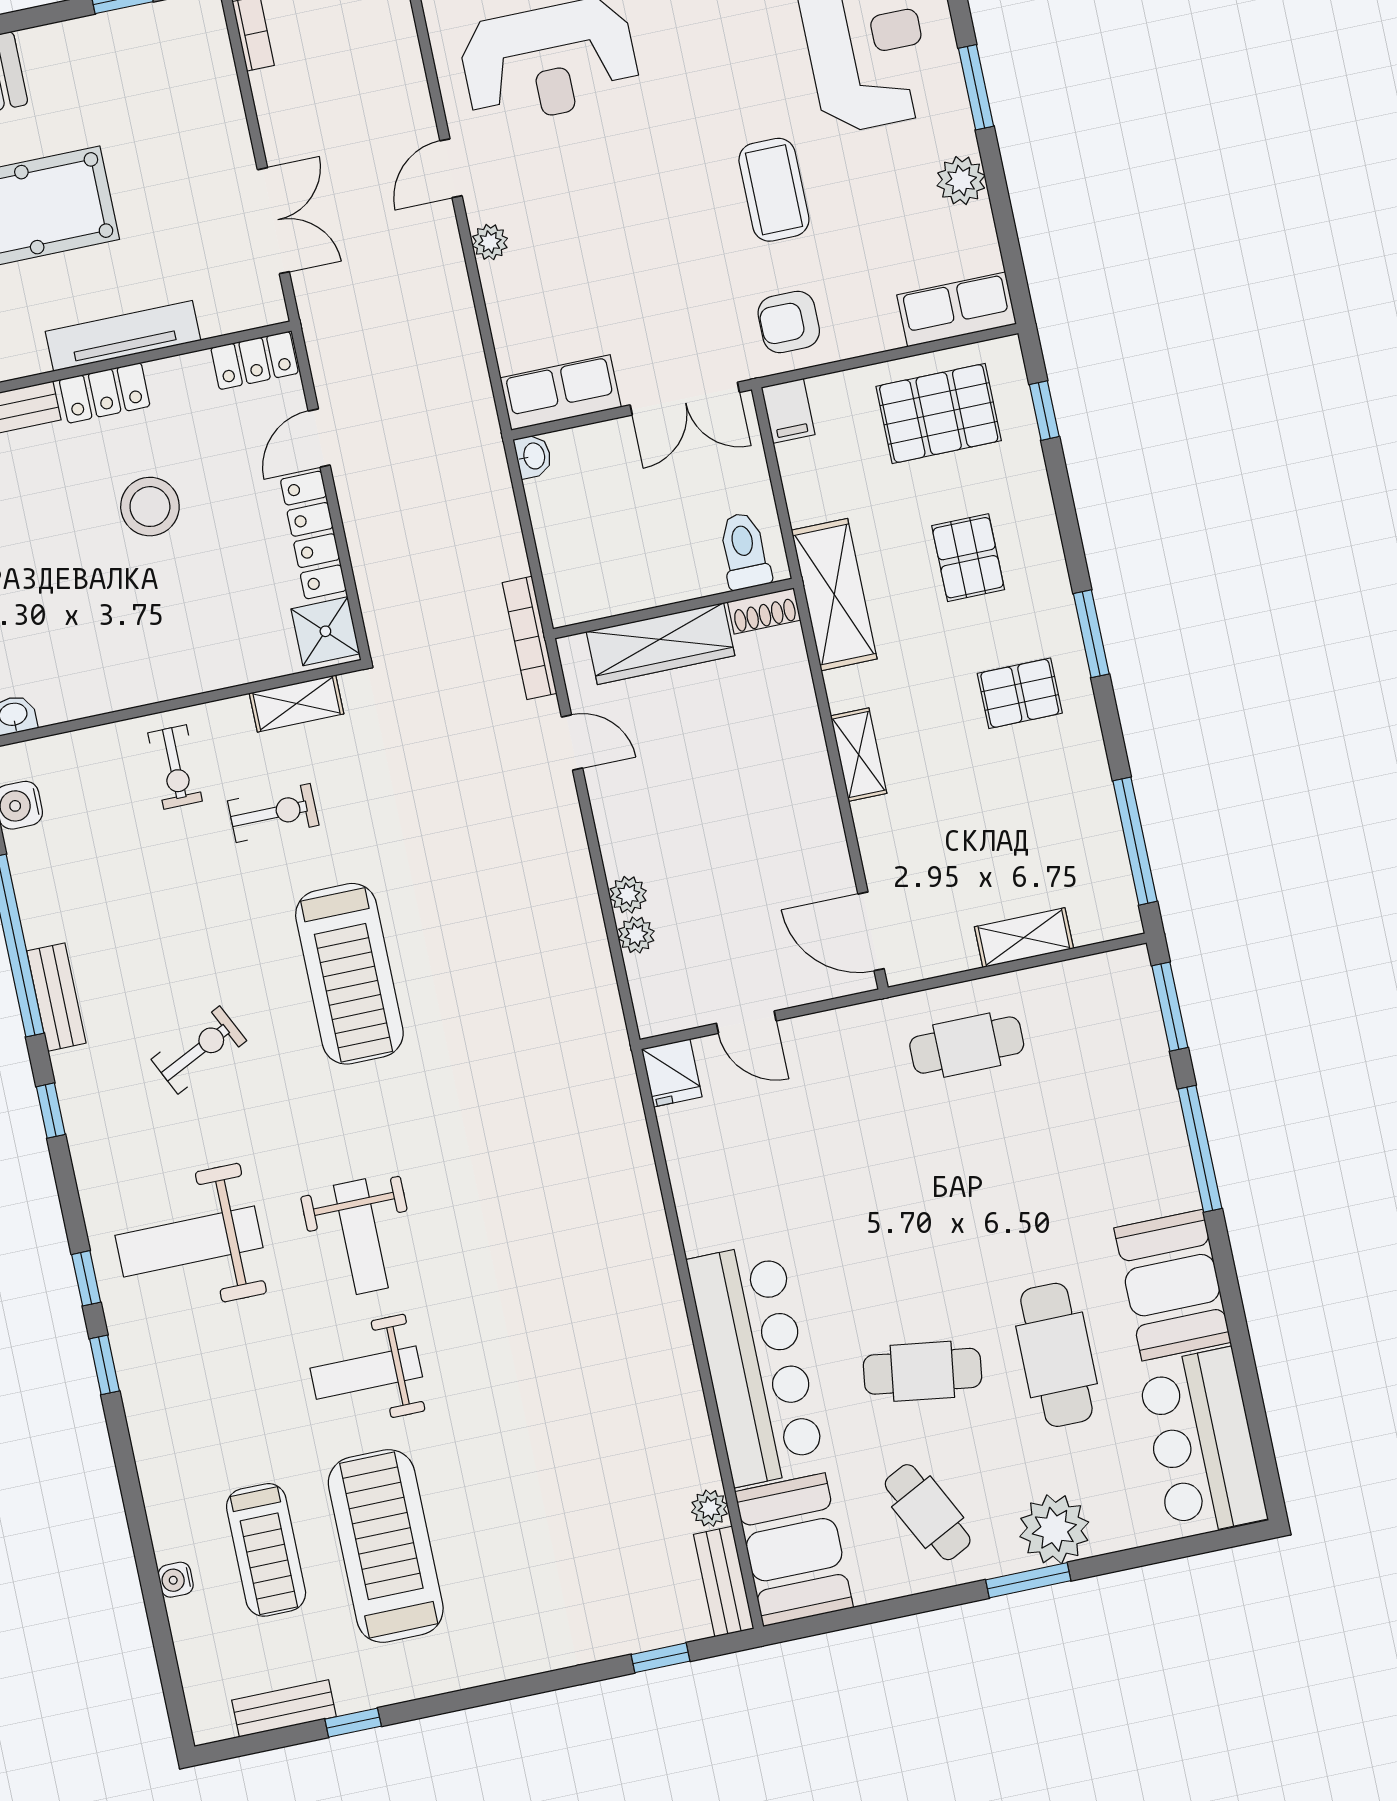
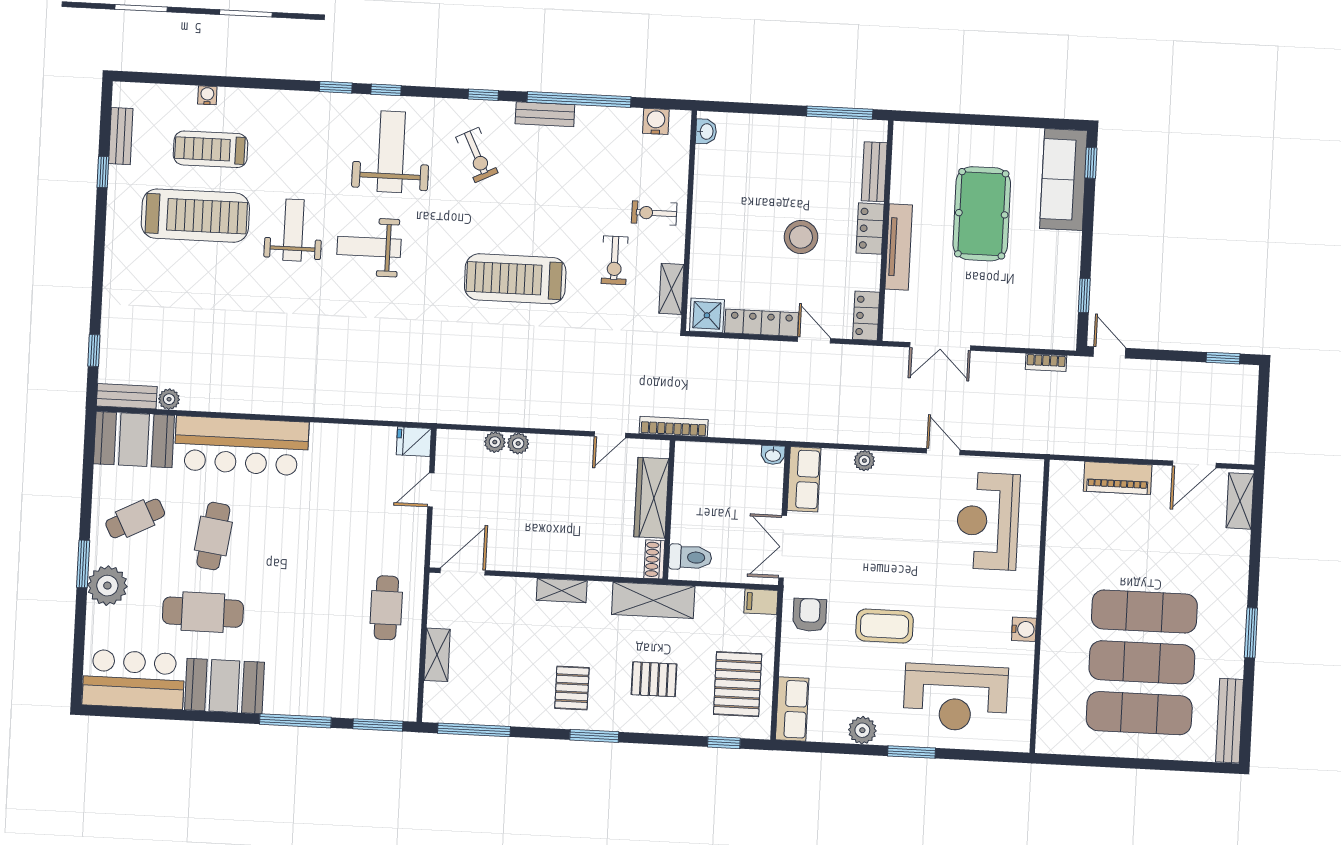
plant: (490, 242) -> (864, 461), moved
exercise bike: (199, 1050) -> (477, 155), moved

